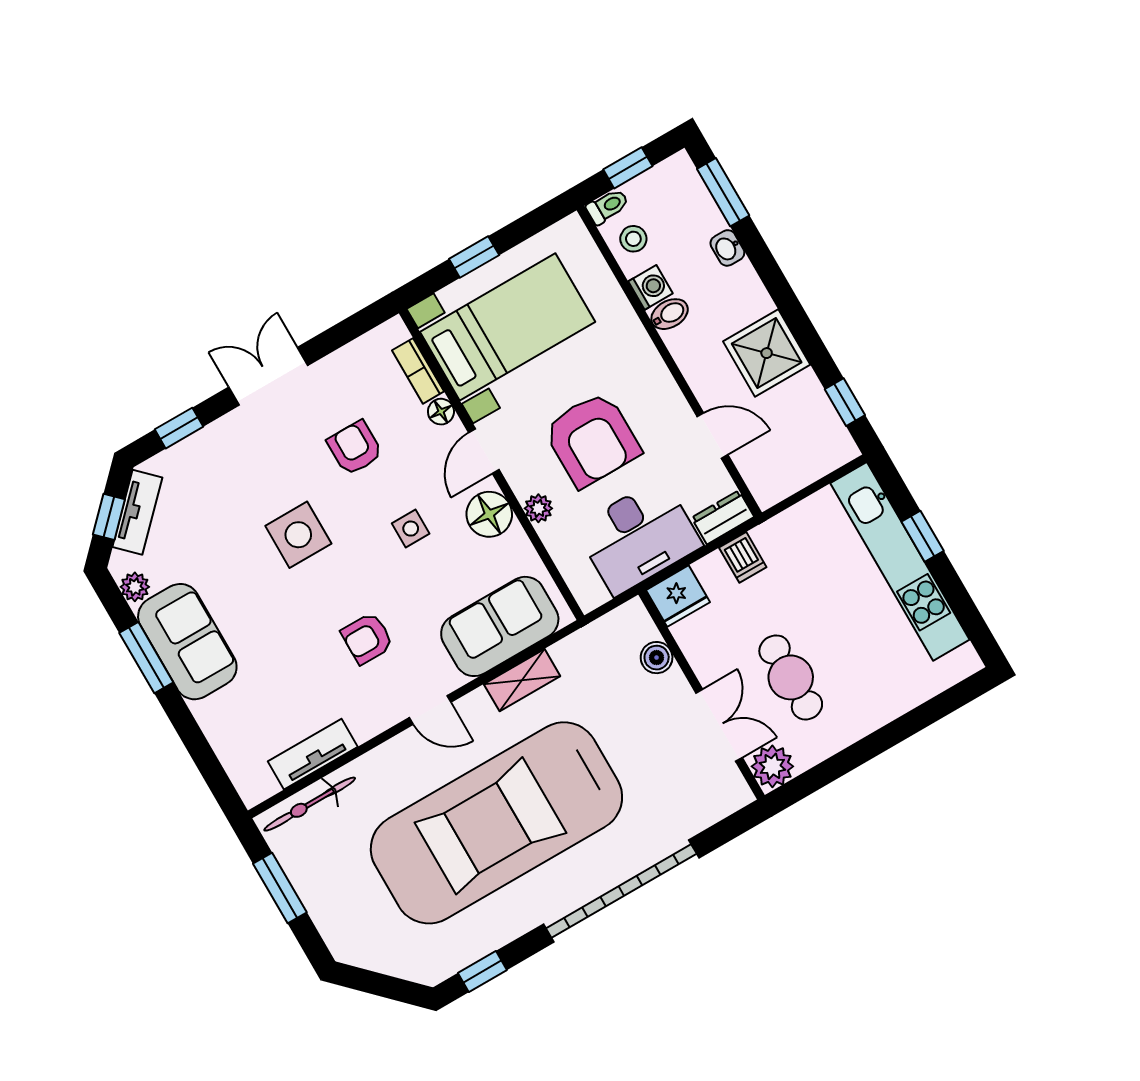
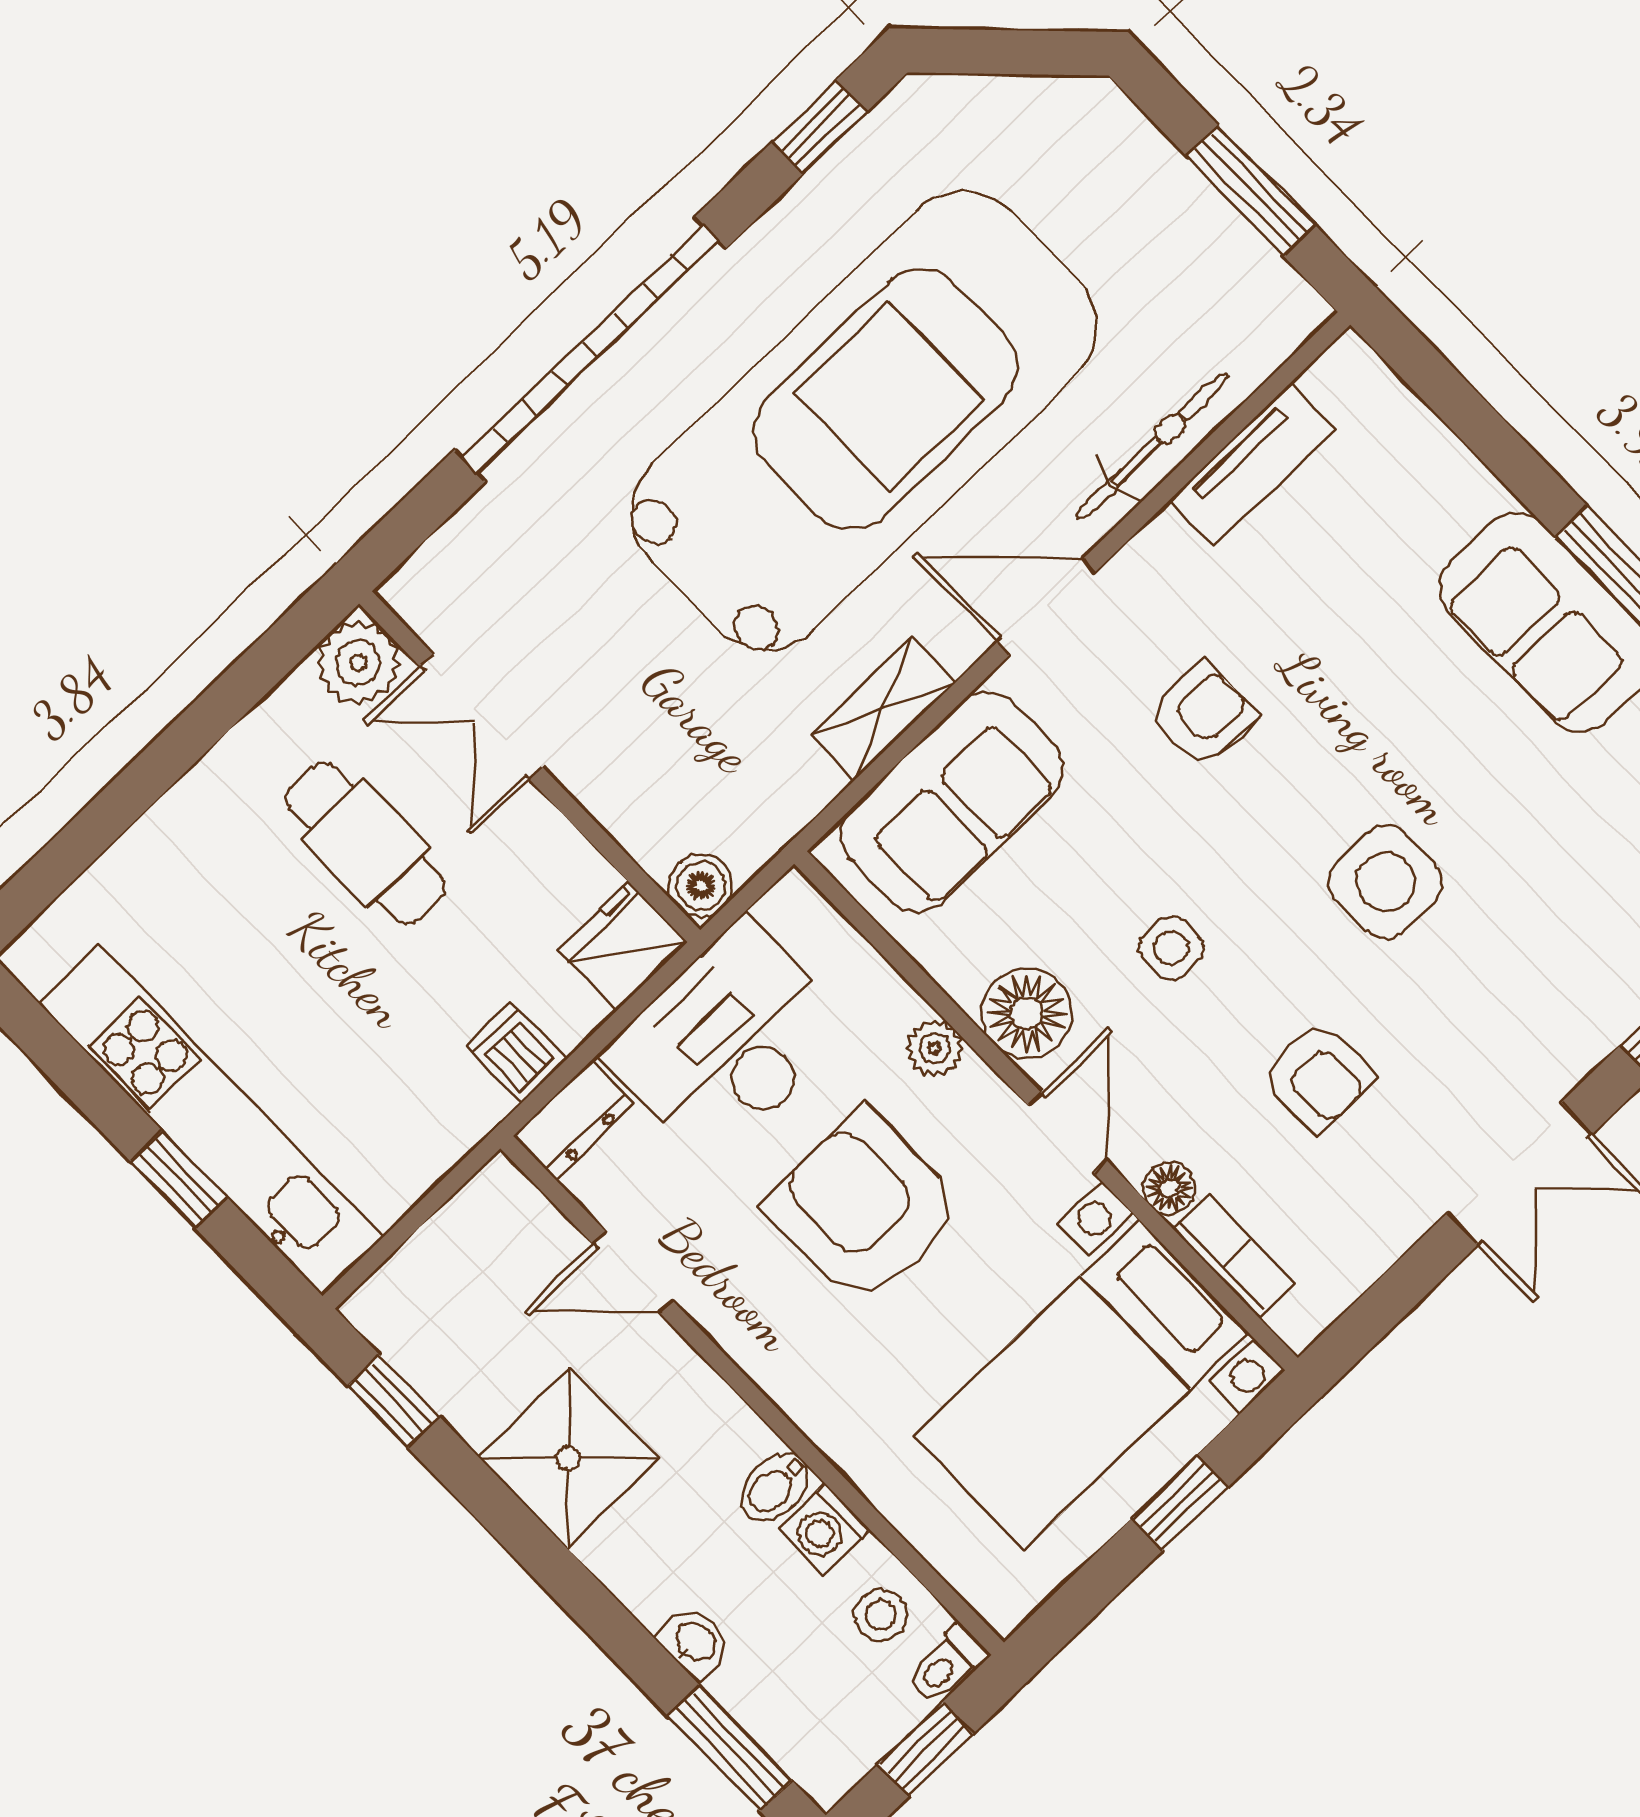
boiler: (657, 658) -> (701, 886), moved
door: (430, 710) -> (1046, 607), width x1.38
bicycle: (310, 804) -> (1152, 446), moved

